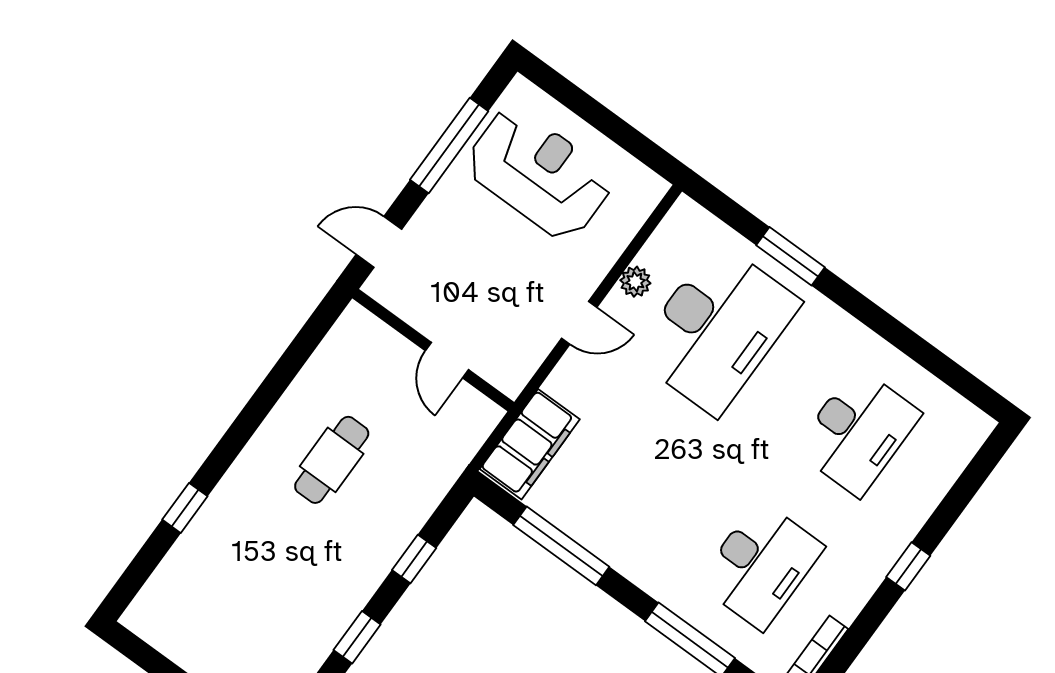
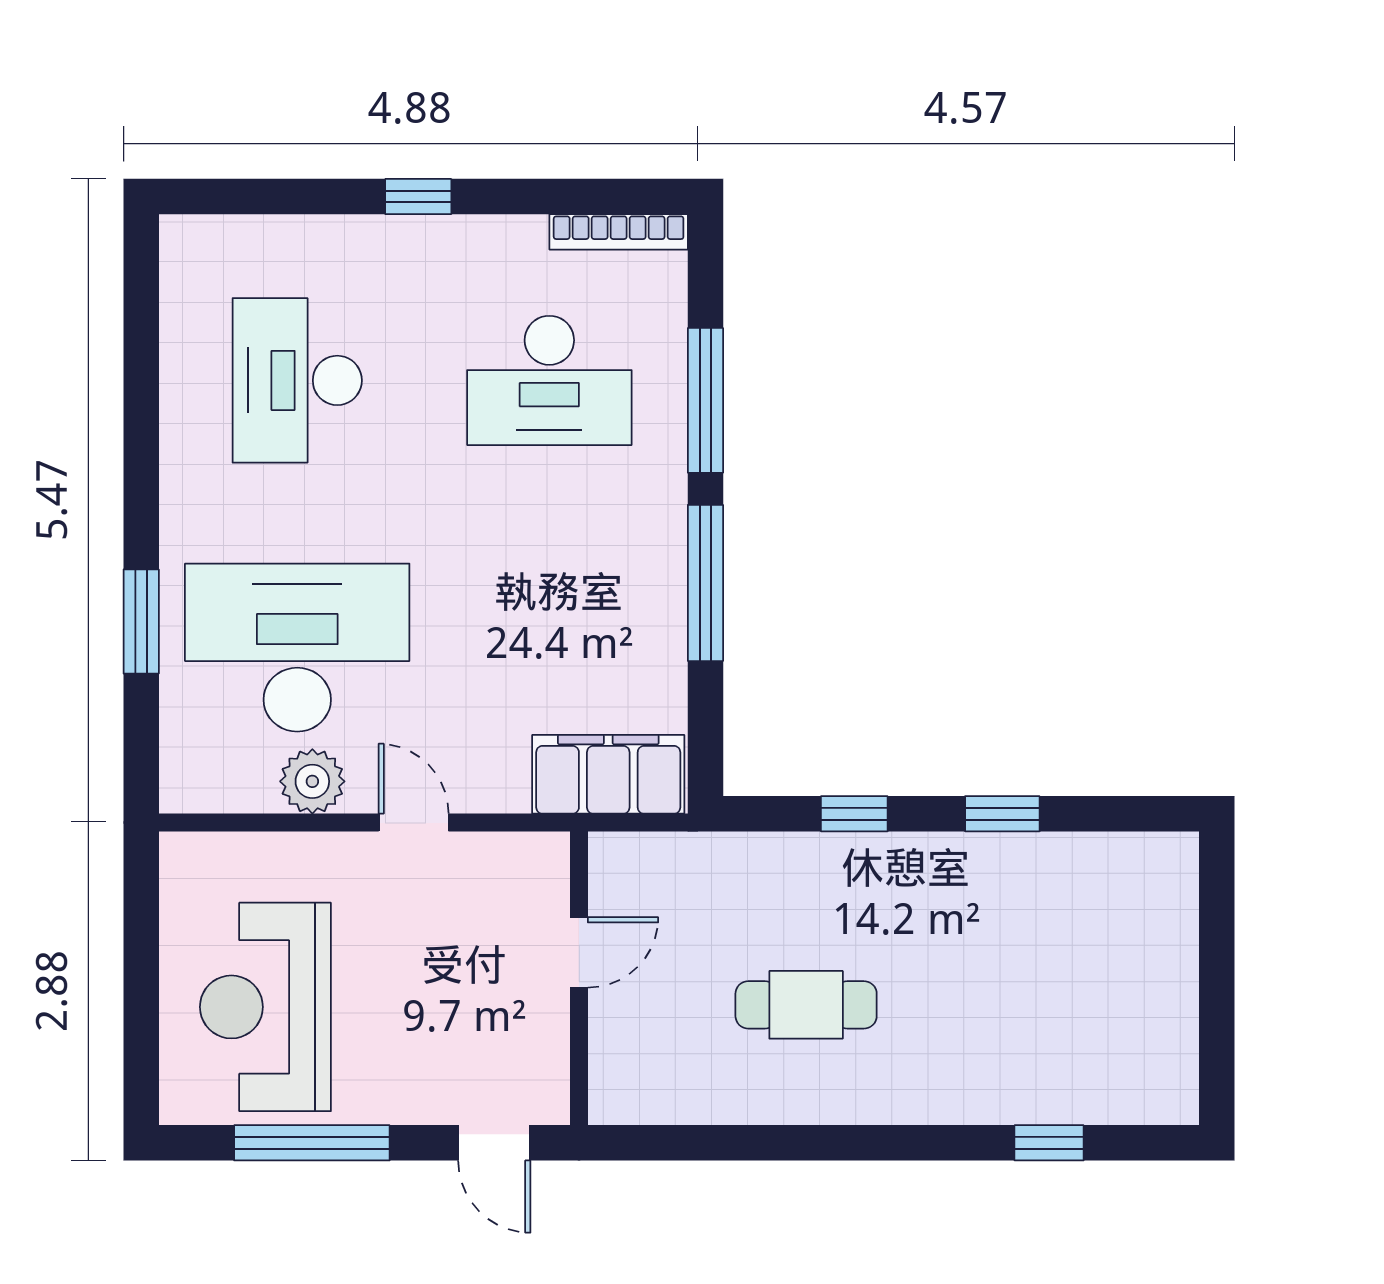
plant: (635, 282) -> (312, 781), width x1.38, depth x1.38
desk: (858, 432) -> (297, 380), turned -90
window: (185, 508) -> (1049, 1143), moved
window: (561, 546) -> (705, 583), moved
desk: (761, 565) -> (549, 380), turned 180

